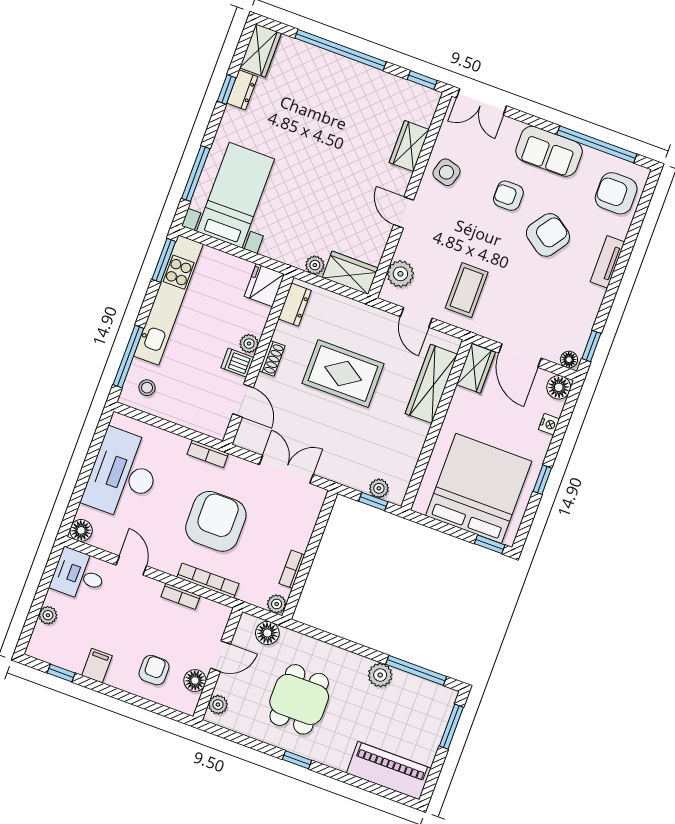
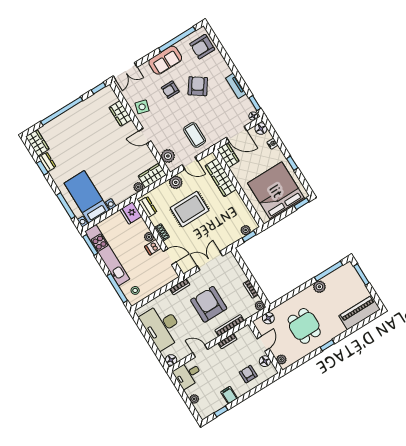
tv unit: (607, 262) -> (236, 86), moved
plant: (368, 319) -> (176, 182), added

